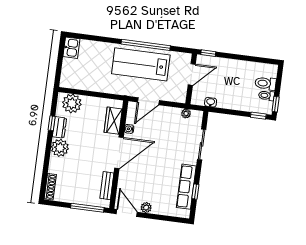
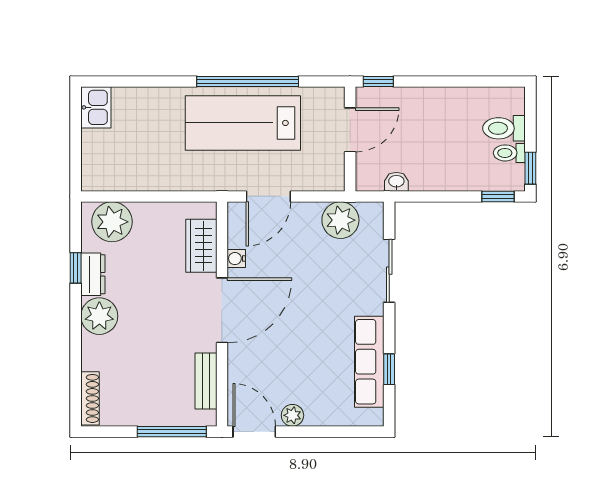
plant: (186, 113) -> (340, 220), width x1.88, depth x1.88

